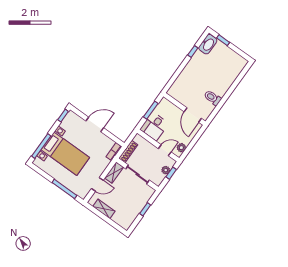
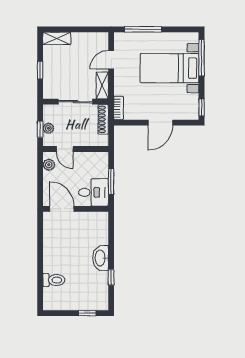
washbasin: (208, 44) -> (101, 258), moved
toilet: (213, 98) -> (54, 280), moved
desk: (154, 126) -> (93, 192), moved, turned 90
door: (165, 150) -> (65, 149), hinge flipped
shelving: (104, 209) -> (57, 38), moved

